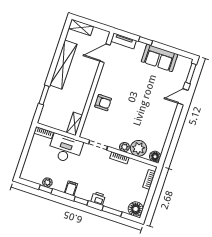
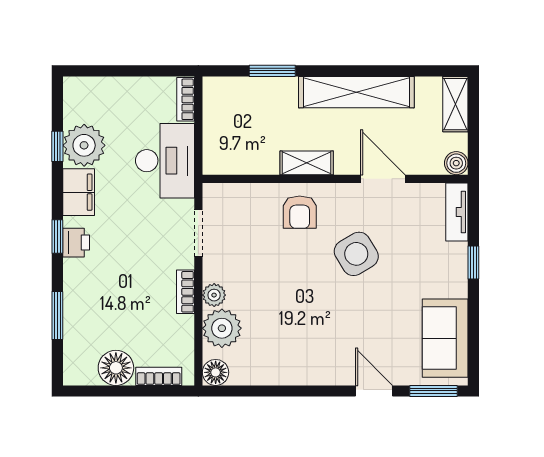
boiler: (104, 35) -> (456, 163), added
door: (105, 53) -> (383, 179), moved
sofa: (159, 58) -> (445, 338), moved
side table: (127, 86) -> (356, 254), added
shelving: (75, 124) -> (307, 163), moved
plant: (47, 182) -> (84, 145), width x1.87, depth x1.87
filing cabinet: (71, 188) -> (79, 192), width x2.00
printer: (98, 198) -> (76, 243), moved
floor lamp: (136, 209) -> (116, 368), moved

